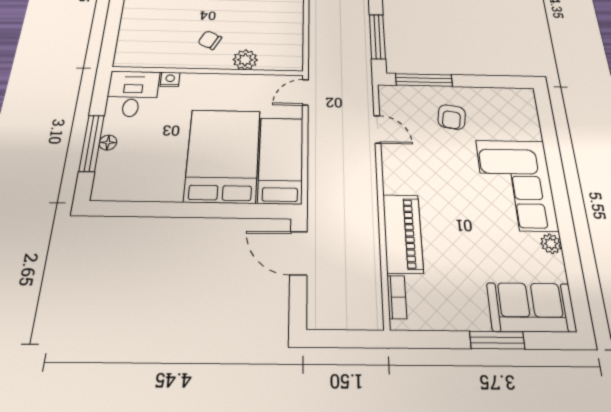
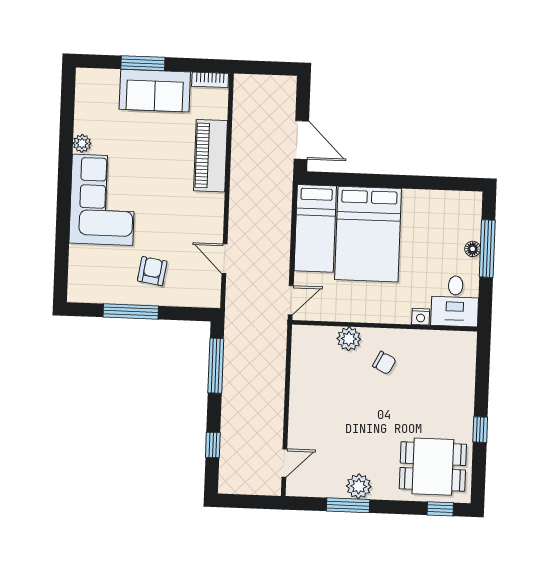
window: (424, 80) -> (131, 311), moved
bookcase: (397, 297) -> (210, 80), moved, turned -90
sofa: (531, 307) -> (155, 91), moved

